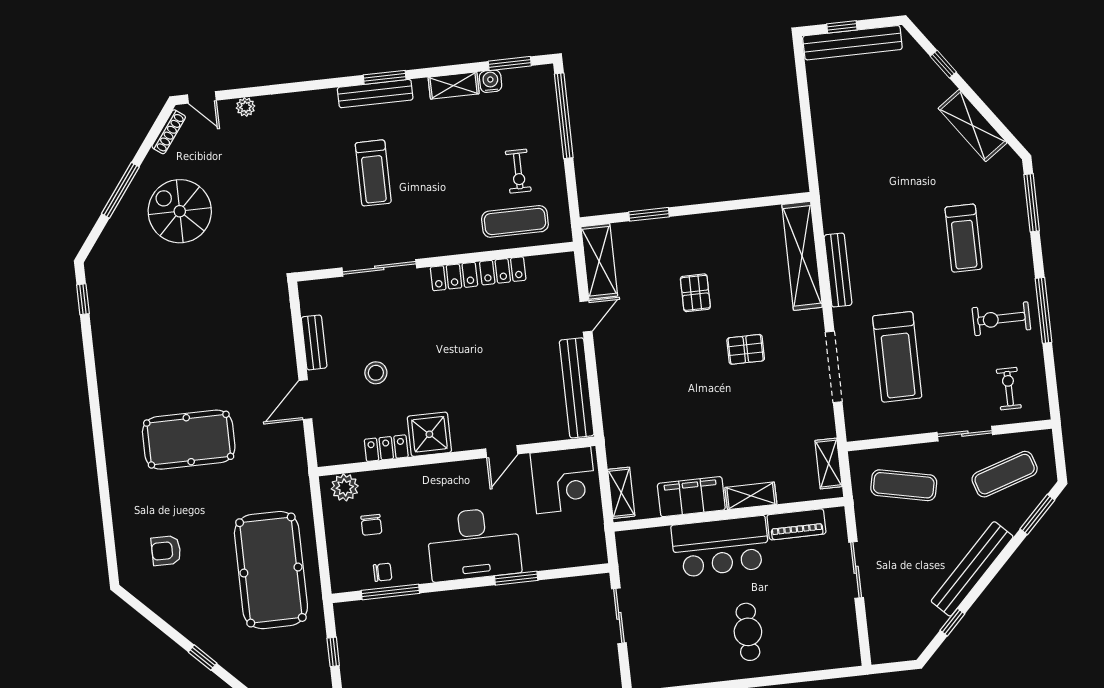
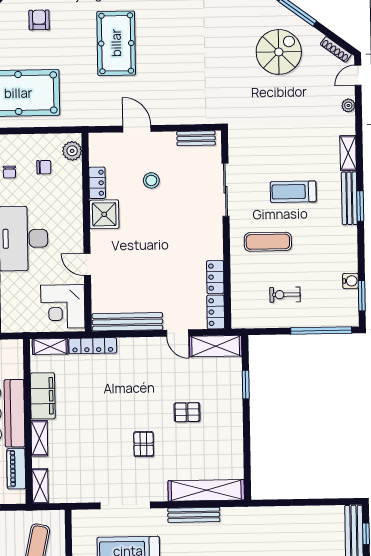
shelving: (454, 86) -> (348, 153), moved
exercise mat: (515, 221) -> (268, 242), moved, turned 90
locker: (454, 277) -> (216, 312), moved
bench: (314, 342) -> (196, 138), moved
locker: (615, 433) -> (93, 346), added
shelving: (829, 464) -> (40, 486), moved, turned 90
chair: (371, 525) -> (44, 167), turned 180

